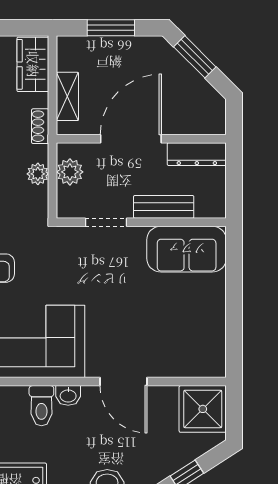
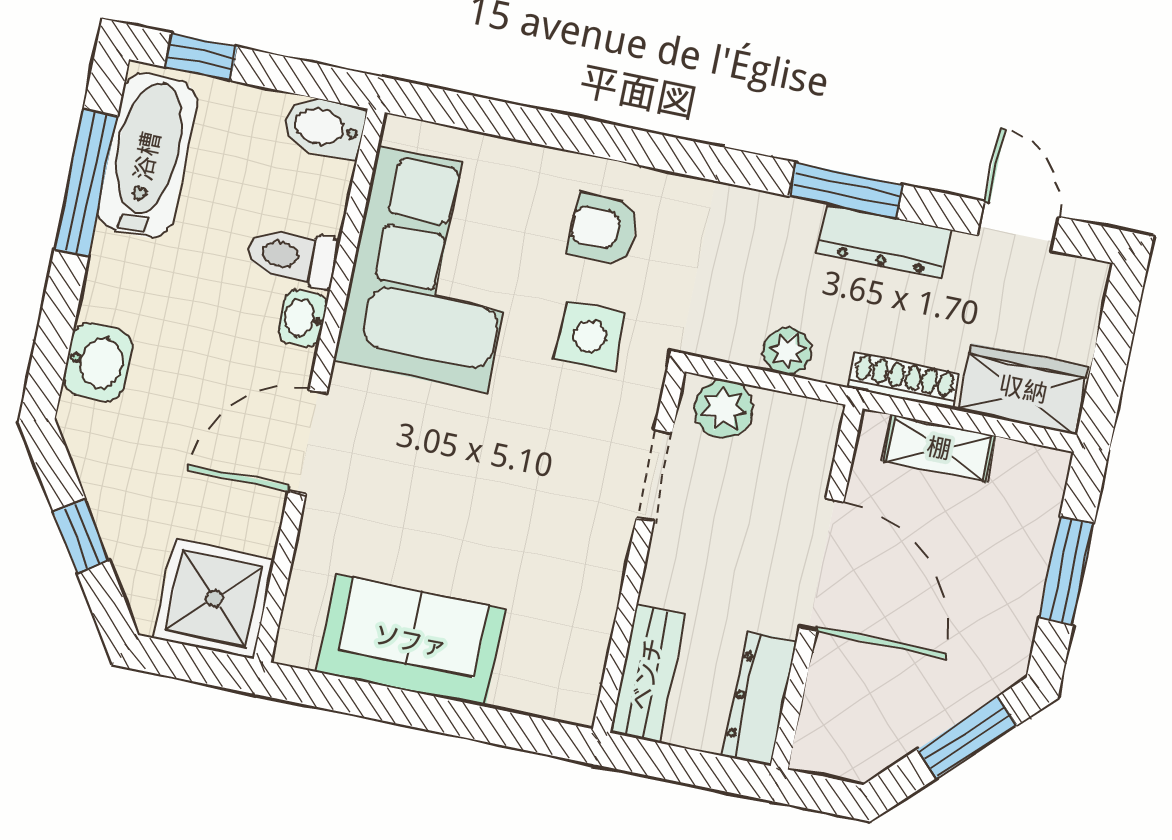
shoe rack: (40, 126) -> (904, 381), width x1.43
plant: (70, 172) -> (724, 409), moved
bench: (164, 207) -> (647, 674), moved
sofa: (187, 249) -> (411, 641), moved, turned 90
side table: (49, 264) -> (590, 336), added

